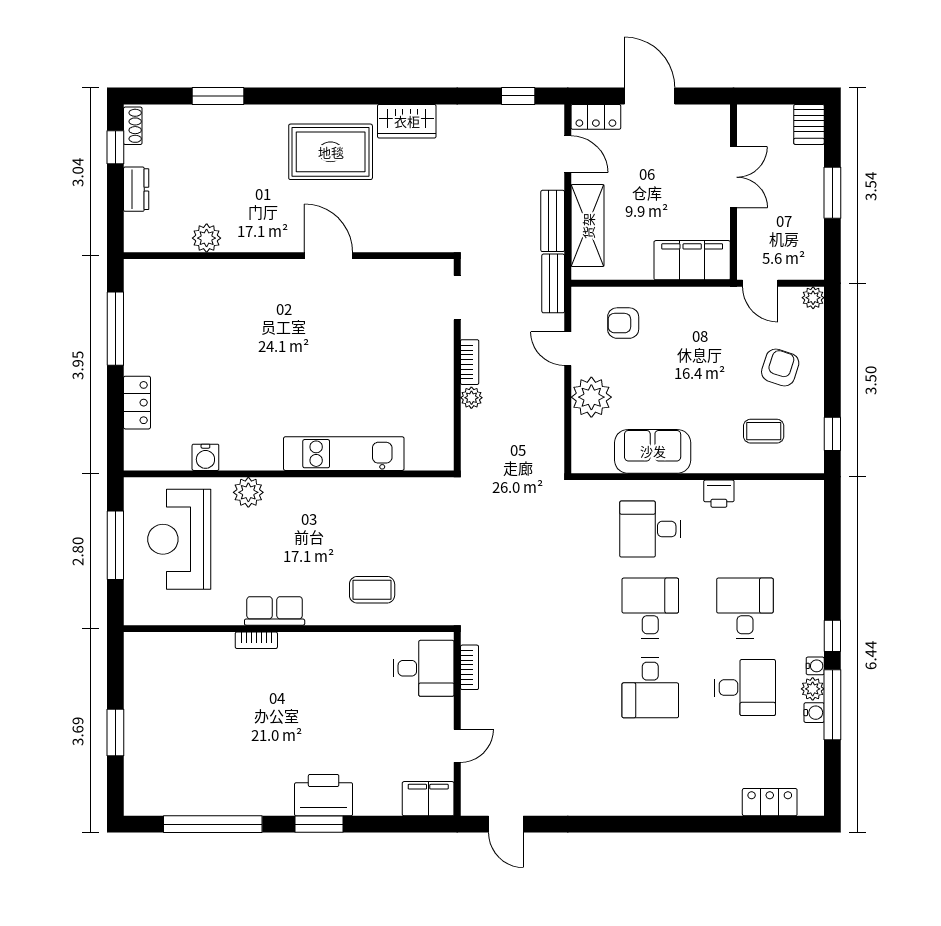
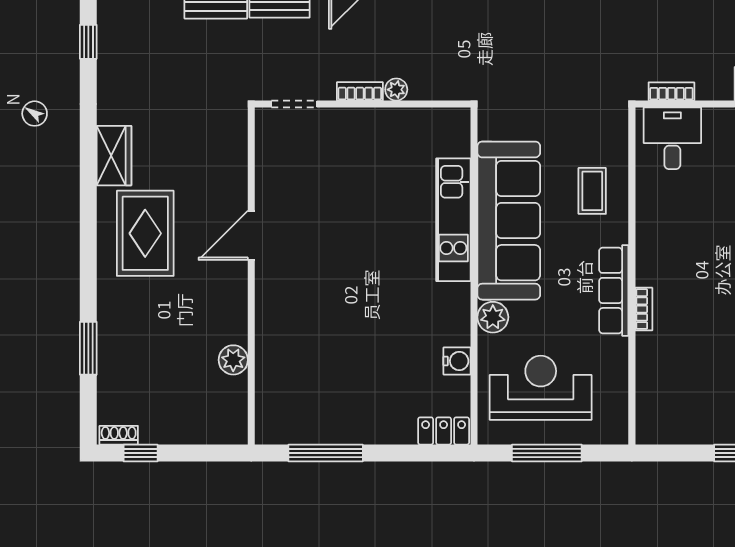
dresser: (136, 189) -> (183, 432), removed
locker: (137, 403) -> (444, 431), moved
sofa: (343, 508) -> (509, 221), added
reception desk: (179, 539) -> (541, 388), turned 180
row of seats: (275, 611) -> (614, 290), width x1.48

